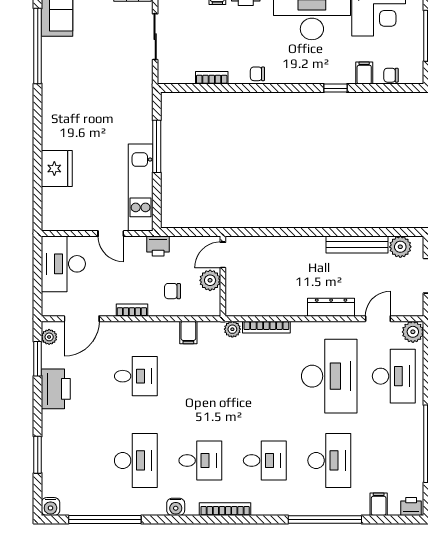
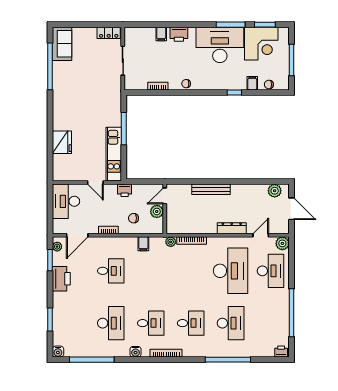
bench: (357, 245) -> (211, 189), moved
filing cabinet: (379, 504) -> (261, 350), removed

